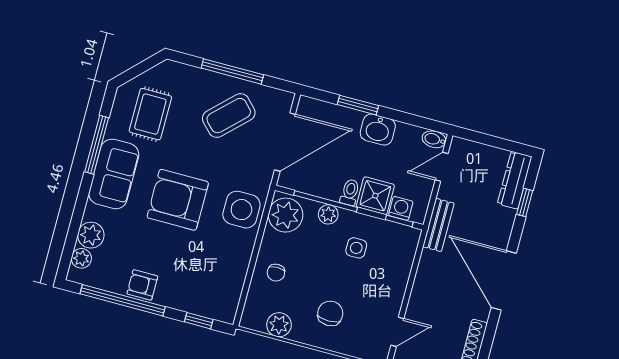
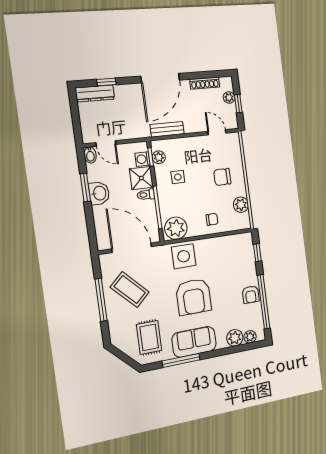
window: (358, 105) -> (85, 187), moved
rug: (150, 114) -> (149, 337), turned 90
plant: (328, 214) -> (159, 157), moved
bench: (438, 225) -> (167, 129), moved

